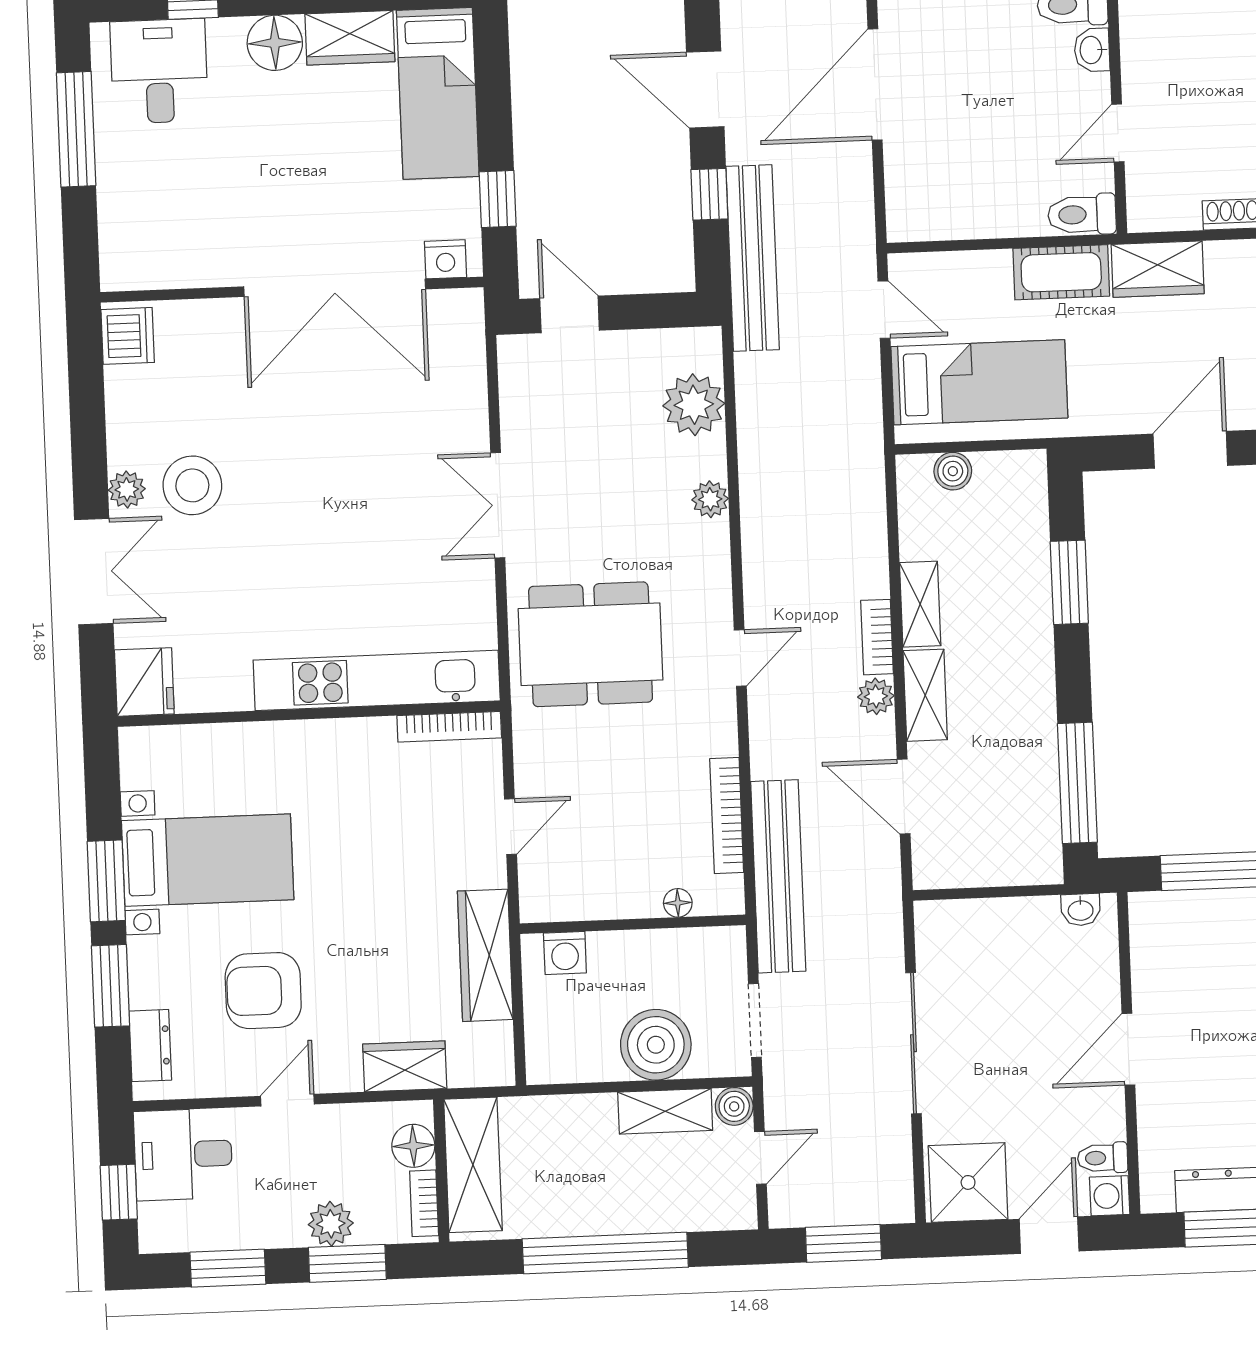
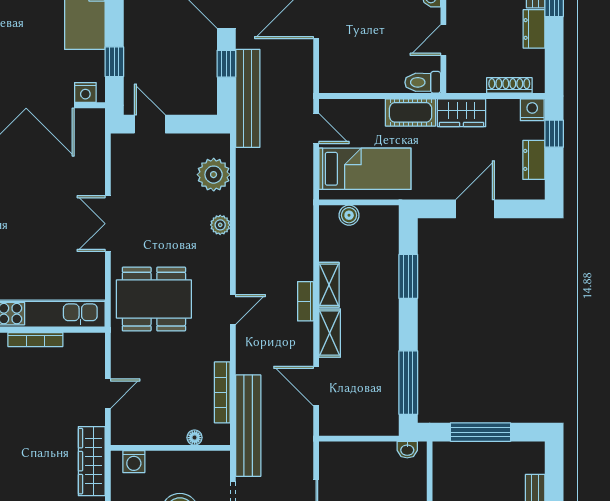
plant: (876, 696) -> (304, 333), removed
bookcase: (449, 727) -> (35, 340), moved

